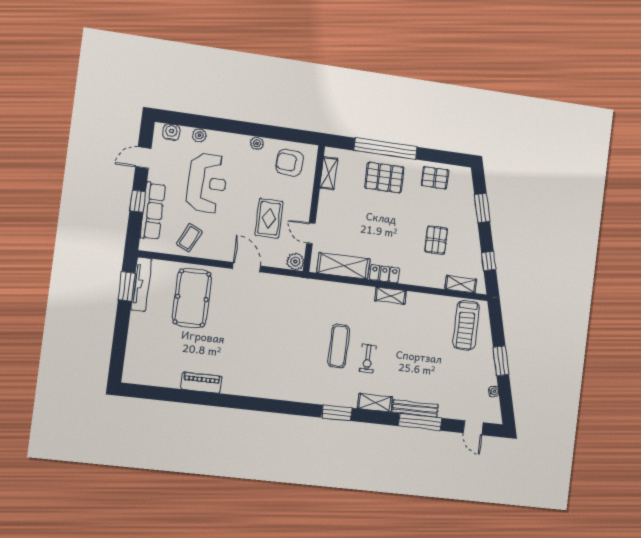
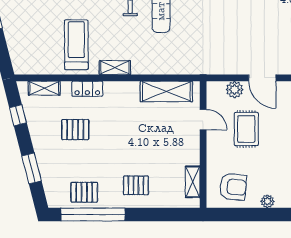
window: (386, 149) -> (93, 214), moved
pallet: (384, 177) -> (136, 185), width x0.67, depth x0.71
pallet: (436, 240) -> (75, 130), turned 90
plant: (295, 262) -> (235, 90), moved
locker: (384, 274) -> (87, 89), moved
treadmill: (466, 325) -> (76, 45), moved

